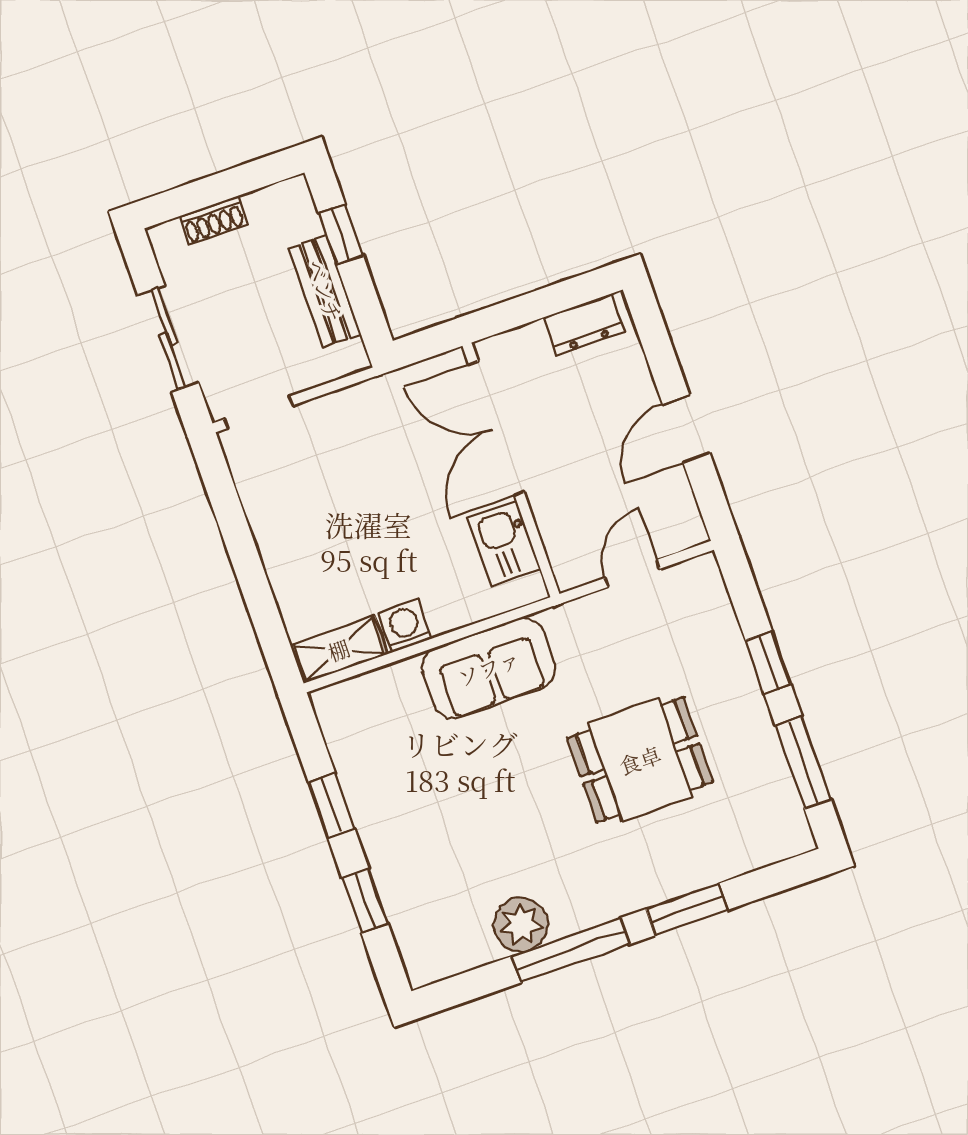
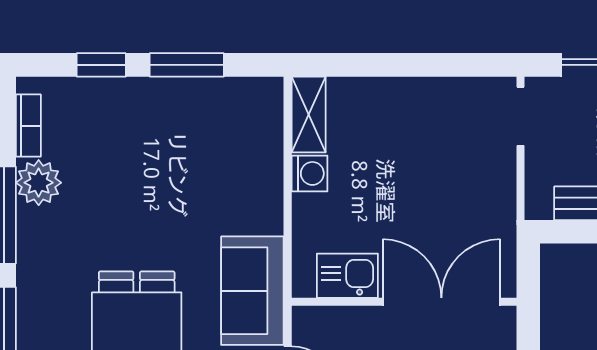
sofa: (489, 668) -> (252, 291), moved
window: (331, 805) -> (187, 65), width x1.50
bookcase: (461, 958) -> (28, 126), added

